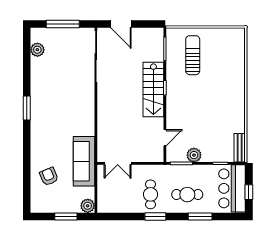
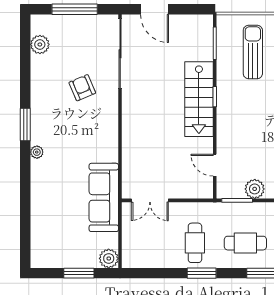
plant: (35, 128) -> (37, 152), added
door: (165, 138) -> (215, 165), swing flipped
armchair: (49, 176) -> (82, 88), moved

